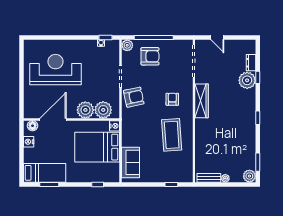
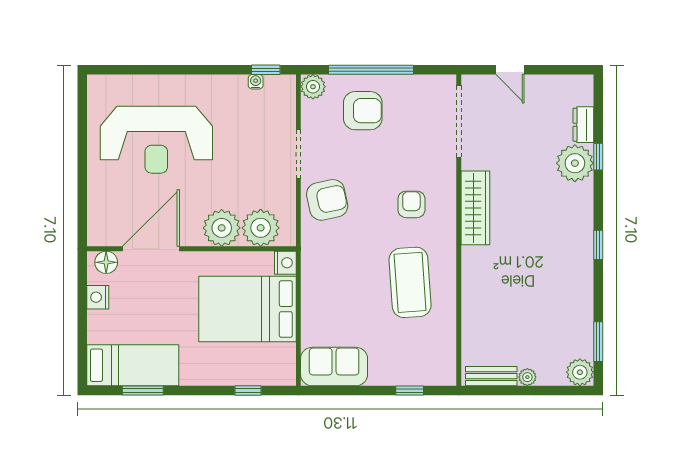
reception desk: (55, 70) -> (156, 140), turned 180
sofa: (130, 162) -> (334, 367), moved, turned -90

